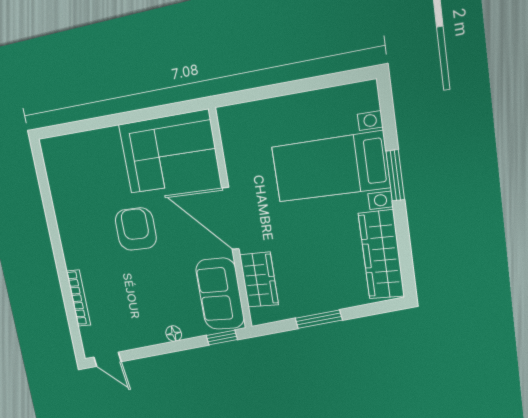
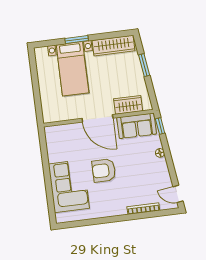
corner sofa: (169, 152) -> (69, 186), moved
door: (230, 219) -> (97, 118), hinge flipped
window: (319, 319) -> (144, 65), moved
door: (107, 359) -> (178, 194), swing flipped

